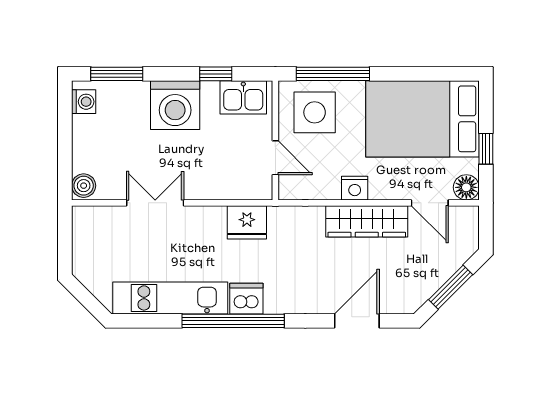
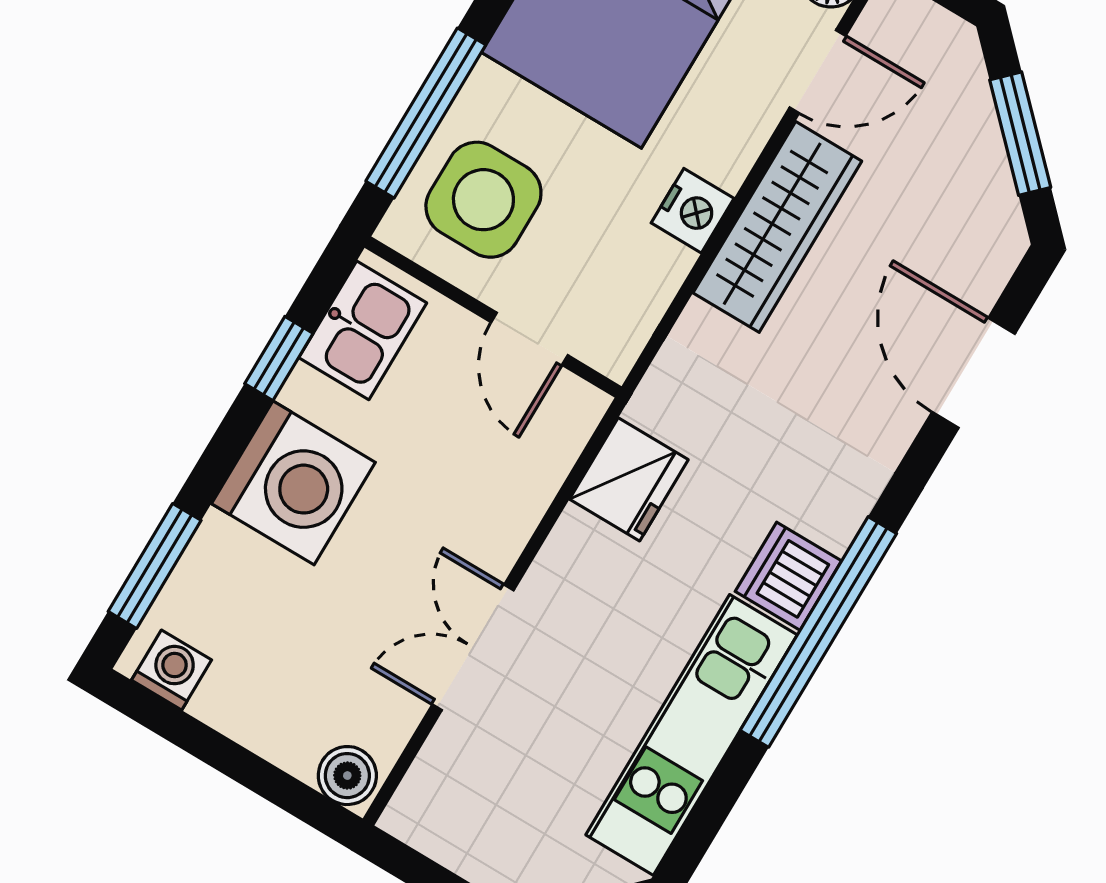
door: (275, 158) -> (529, 339), swing flipped

